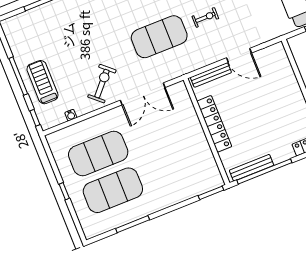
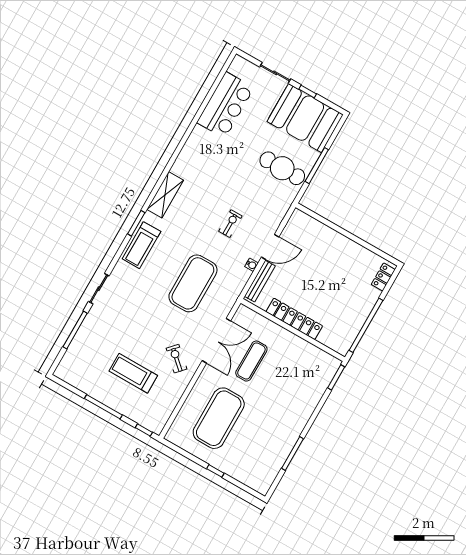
exercise bike: (205, 17) -> (230, 224), moved
treadmill: (42, 82) -> (133, 373), moved
exercise bike: (102, 84) -> (176, 359), width x0.73, depth x0.72
water cooler: (71, 115) -> (252, 265), moved
bench: (252, 168) -> (353, 331), removed
exercise mat: (113, 190) -> (251, 361), moved, width x0.50, depth x0.69

